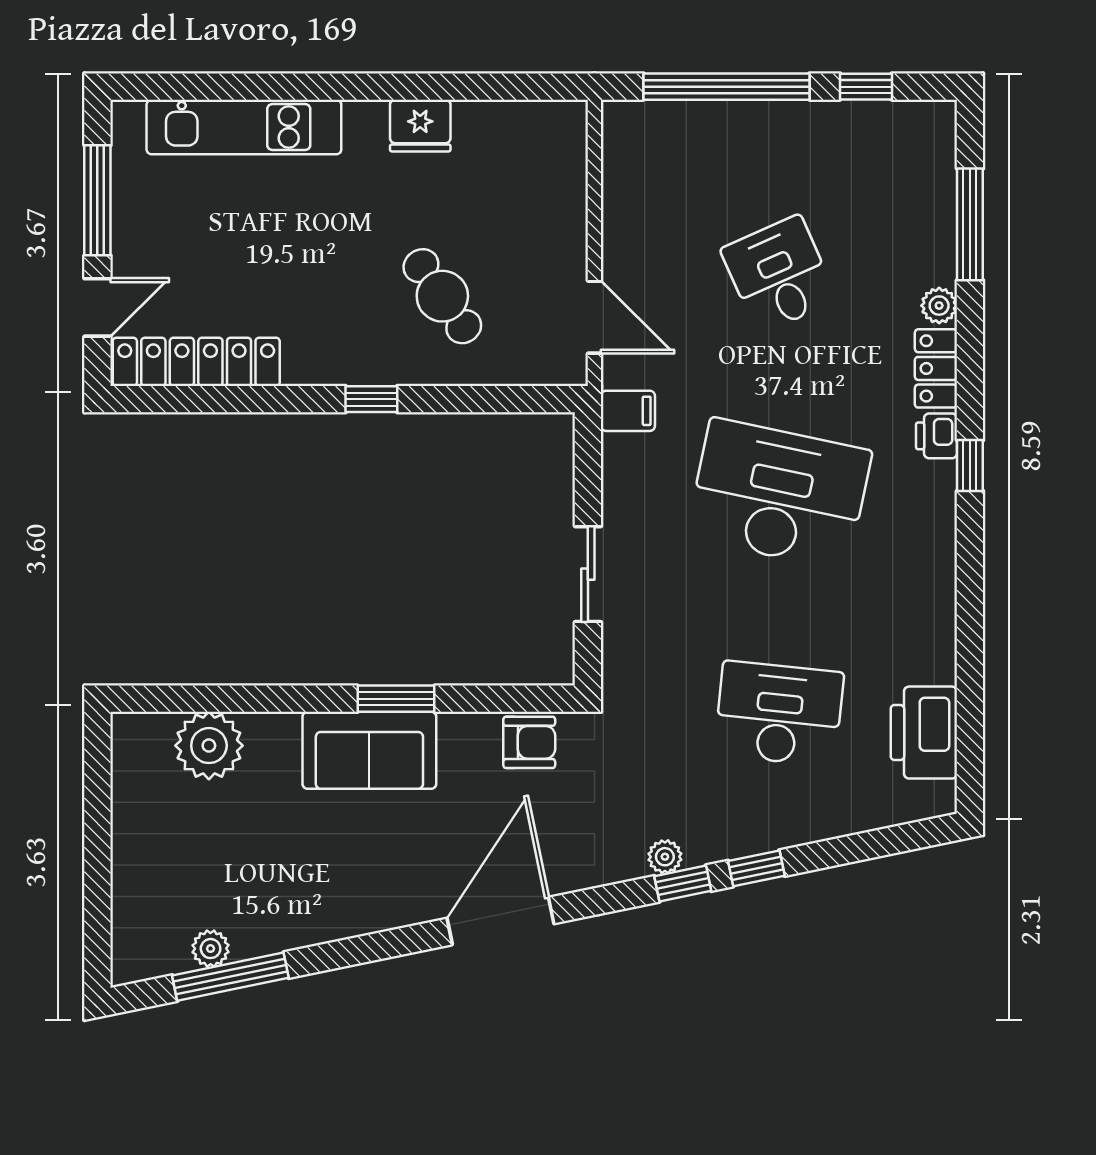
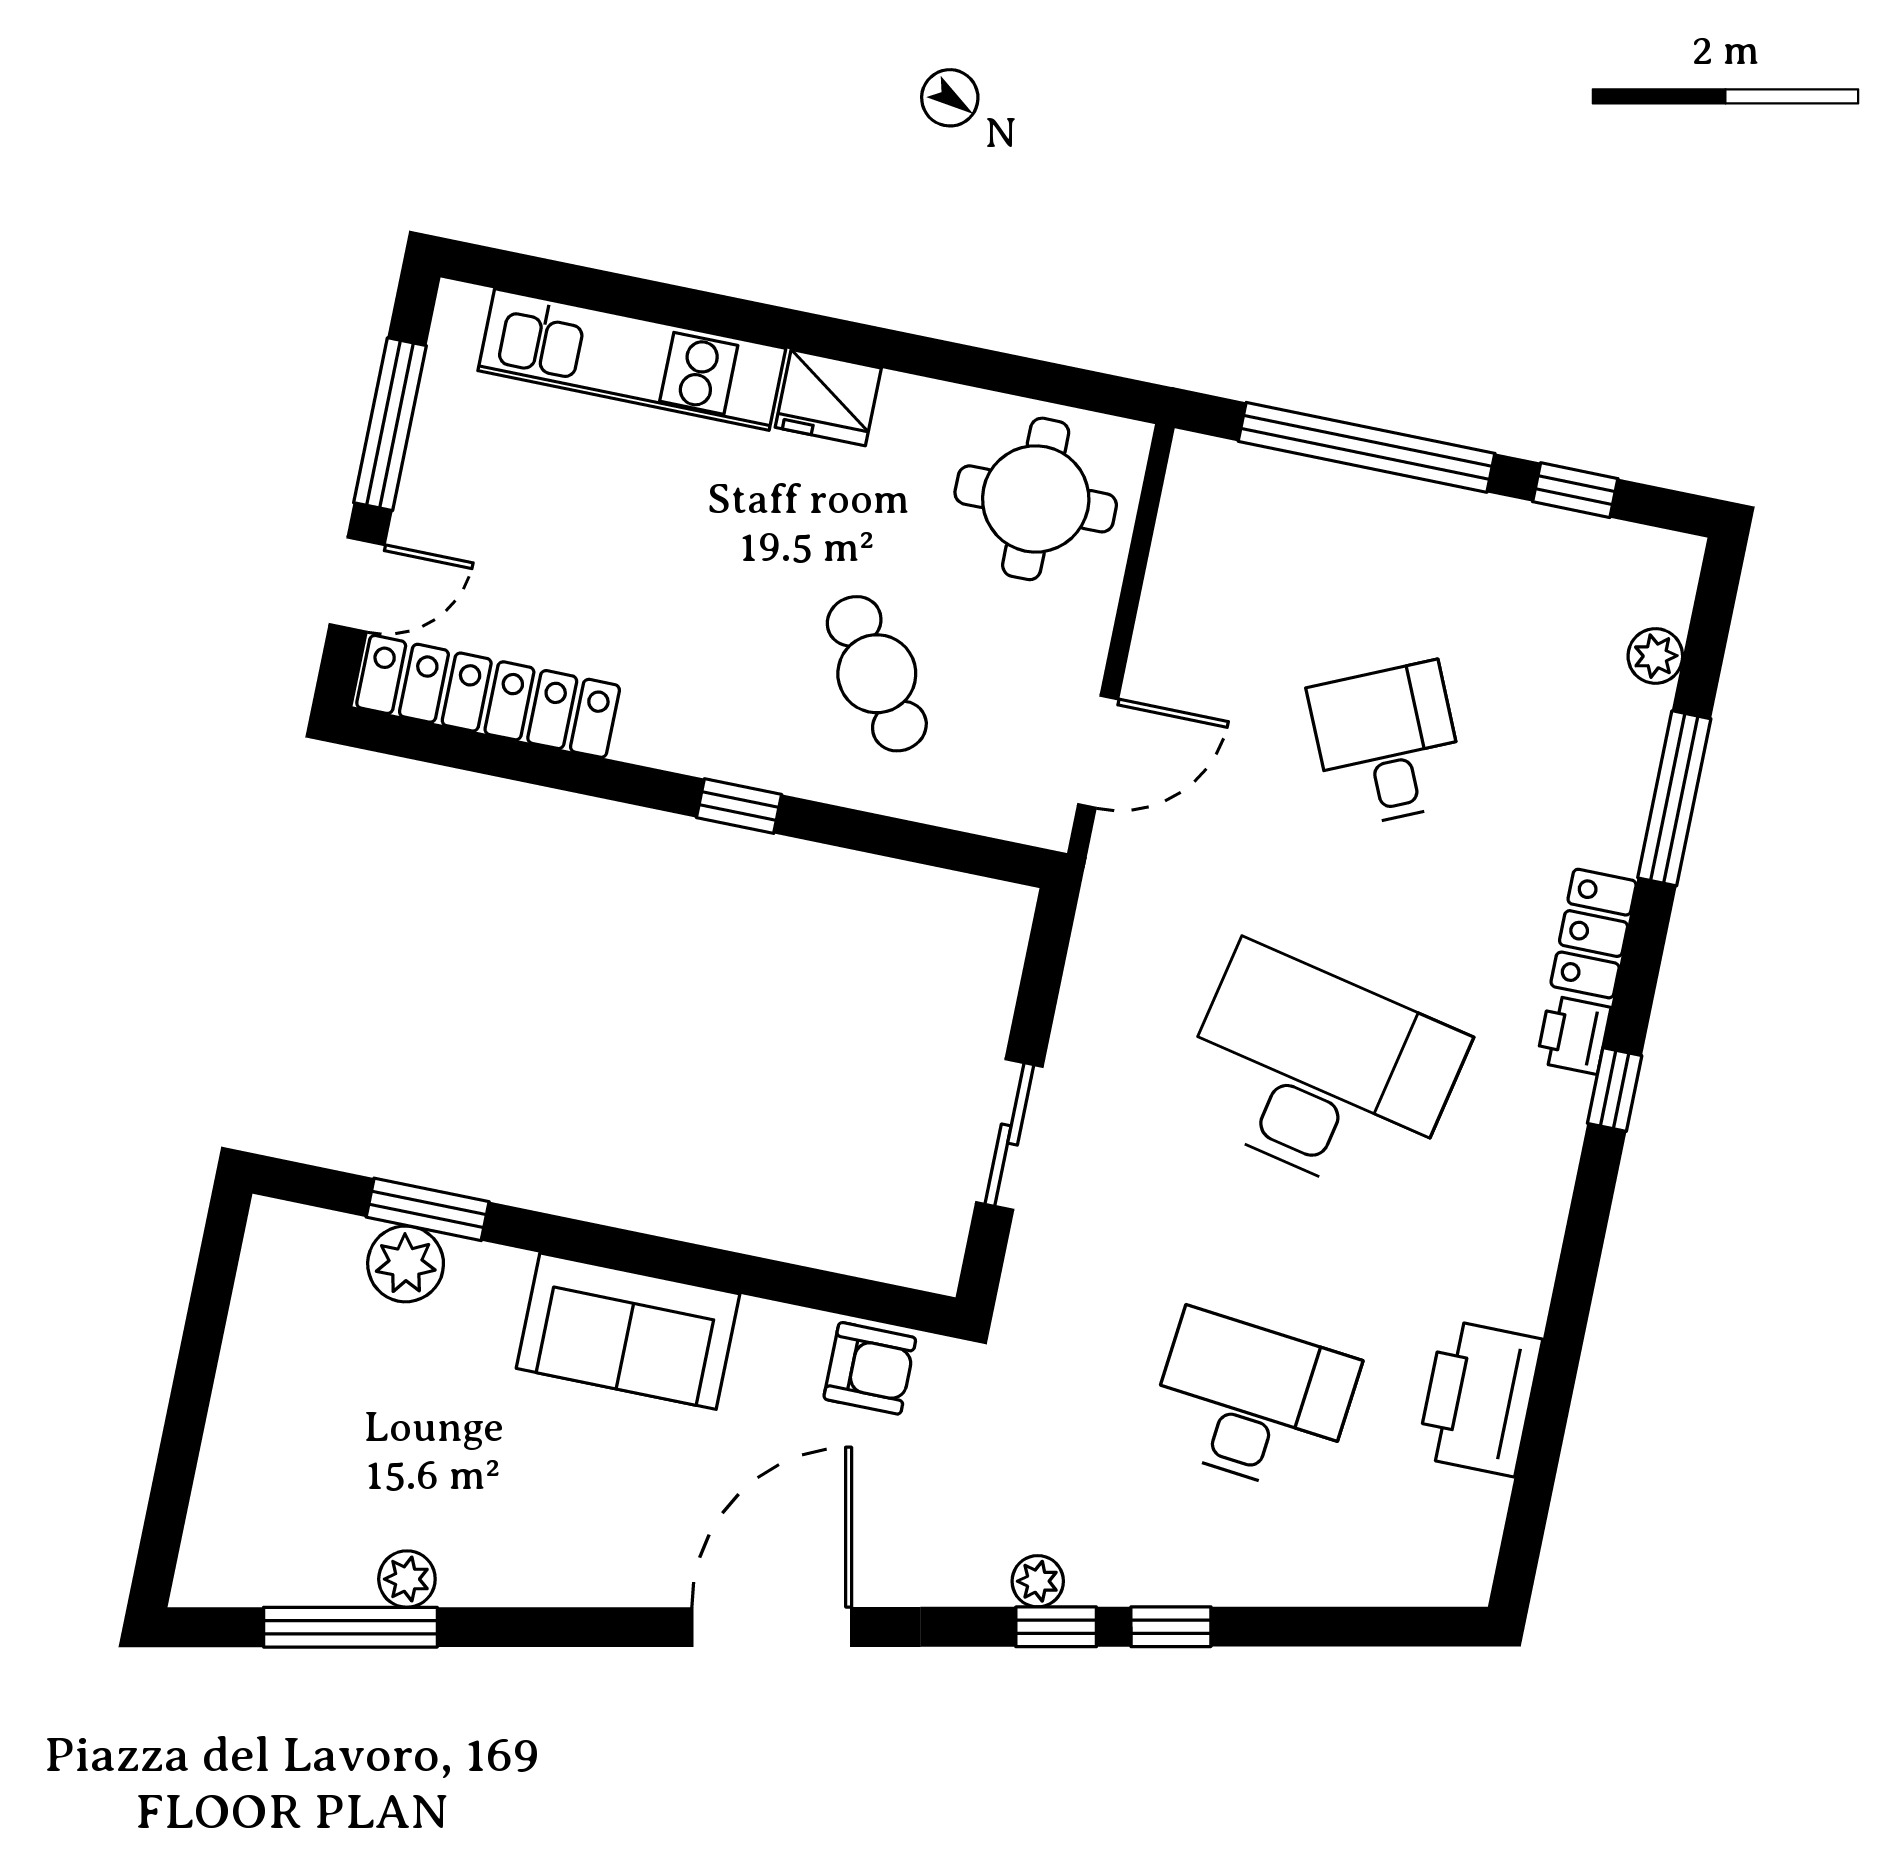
fridge: (420, 126) -> (828, 398), moved
round table: (521, 163) -> (1036, 499), added
window: (970, 224) -> (1674, 798), moved
plant: (939, 306) -> (1655, 656), moved
door: (594, 317) -> (1098, 752), hinge flipped
filing cabinet: (628, 411) -> (1119, 902), removed
window: (396, 699) -> (428, 1209), moved
printer: (924, 733) -> (1479, 1398), moved
plant: (209, 746) -> (406, 1264), width x0.73, depth x0.73
plant: (211, 949) -> (407, 1579), moved

